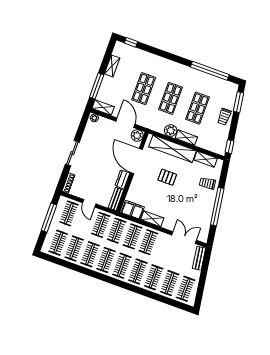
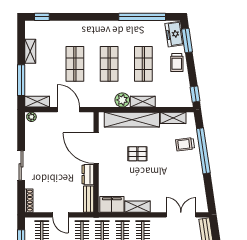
freezer: (230, 93) -> (174, 34), added
plant: (137, 135) -> (87, 119), removed
window: (217, 207) -> (203, 151), moved

